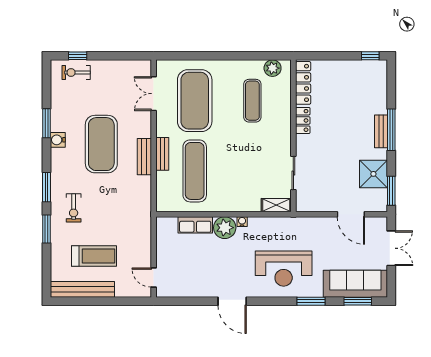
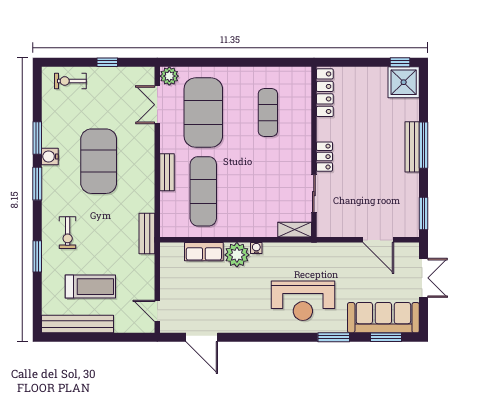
window: (78, 56) -> (107, 62), moved
plant: (273, 68) -> (169, 76), moved
locker: (303, 120) -> (324, 157), moved
bench: (381, 131) -> (412, 147), width x1.36
bench: (144, 157) -> (147, 234), moved
shower: (373, 174) -> (404, 82), moved
window: (46, 187) -> (37, 184), moved
door: (232, 301) -> (202, 337), moved

